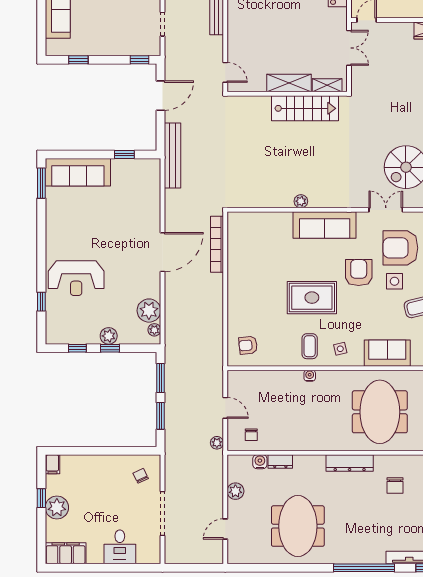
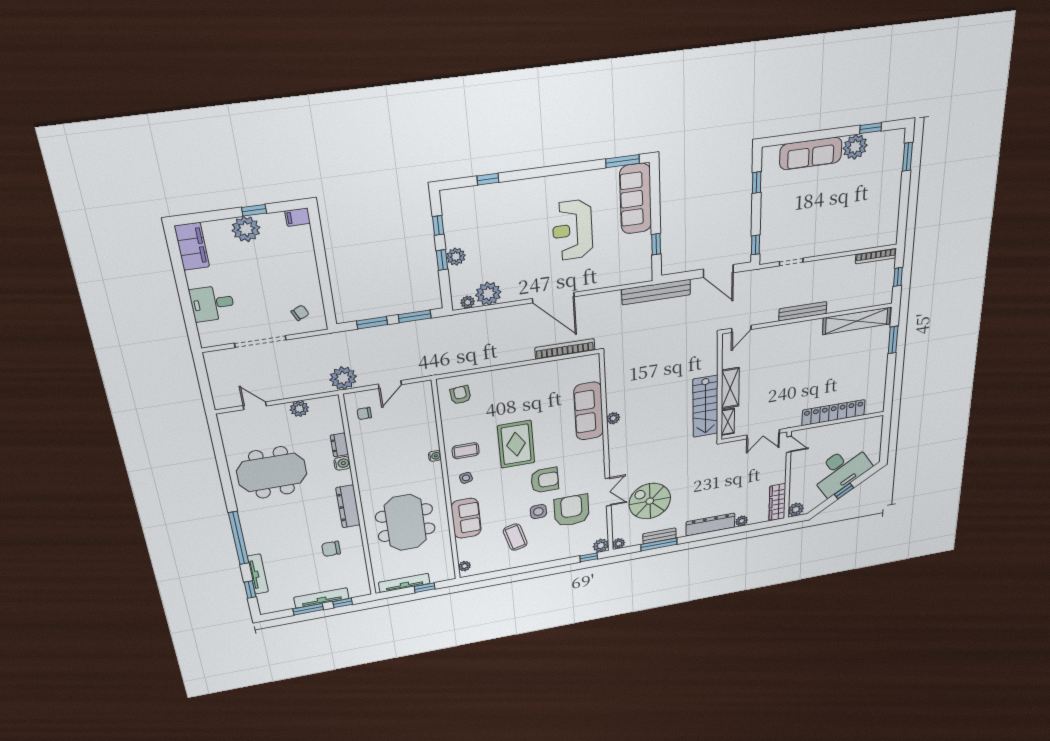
sofa: (325, 225) -> (589, 411), moved
reception desk: (76, 278) -> (573, 230), moved
meeting table: (380, 412) -> (405, 523), turned 90
plant: (217, 443) -> (343, 378), width x1.88, depth x1.88
water cooler: (260, 462) -> (342, 463), moved

